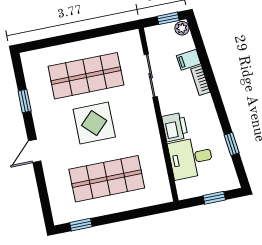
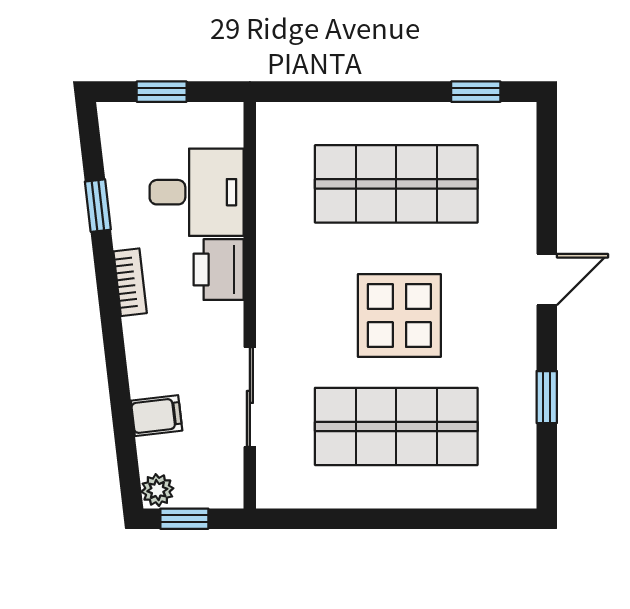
bookcase: (200, 80) -> (130, 282), moved

